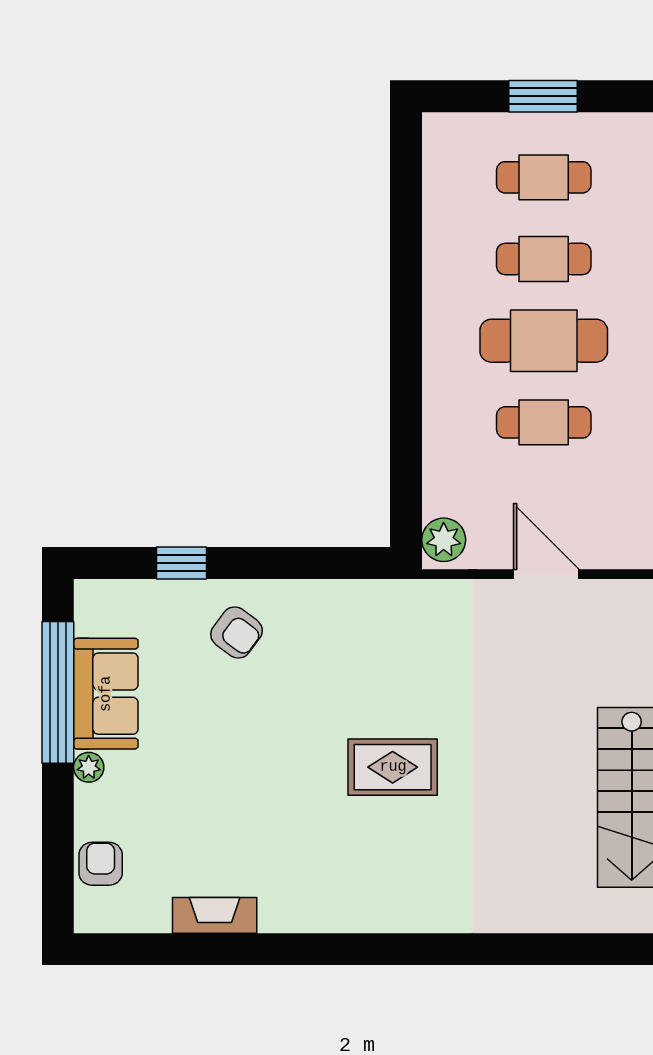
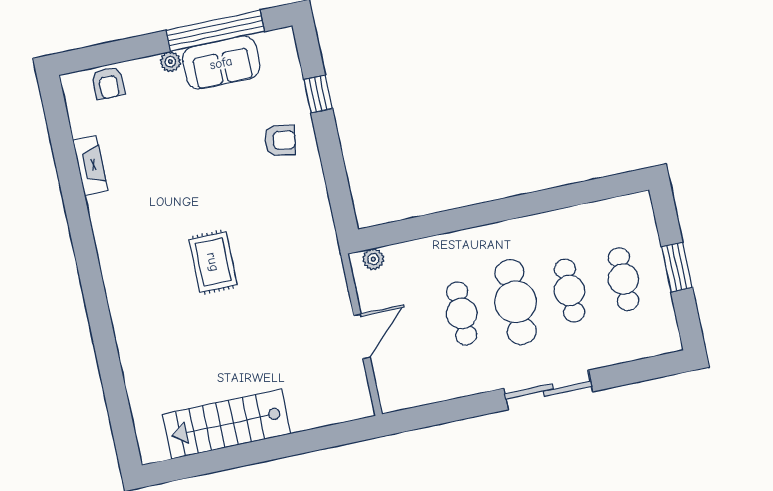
plant: (444, 540) -> (373, 259), width x0.73, depth x0.73
armchair: (237, 633) -> (280, 140), turned -117
armchair: (101, 864) -> (108, 83), turned 90

